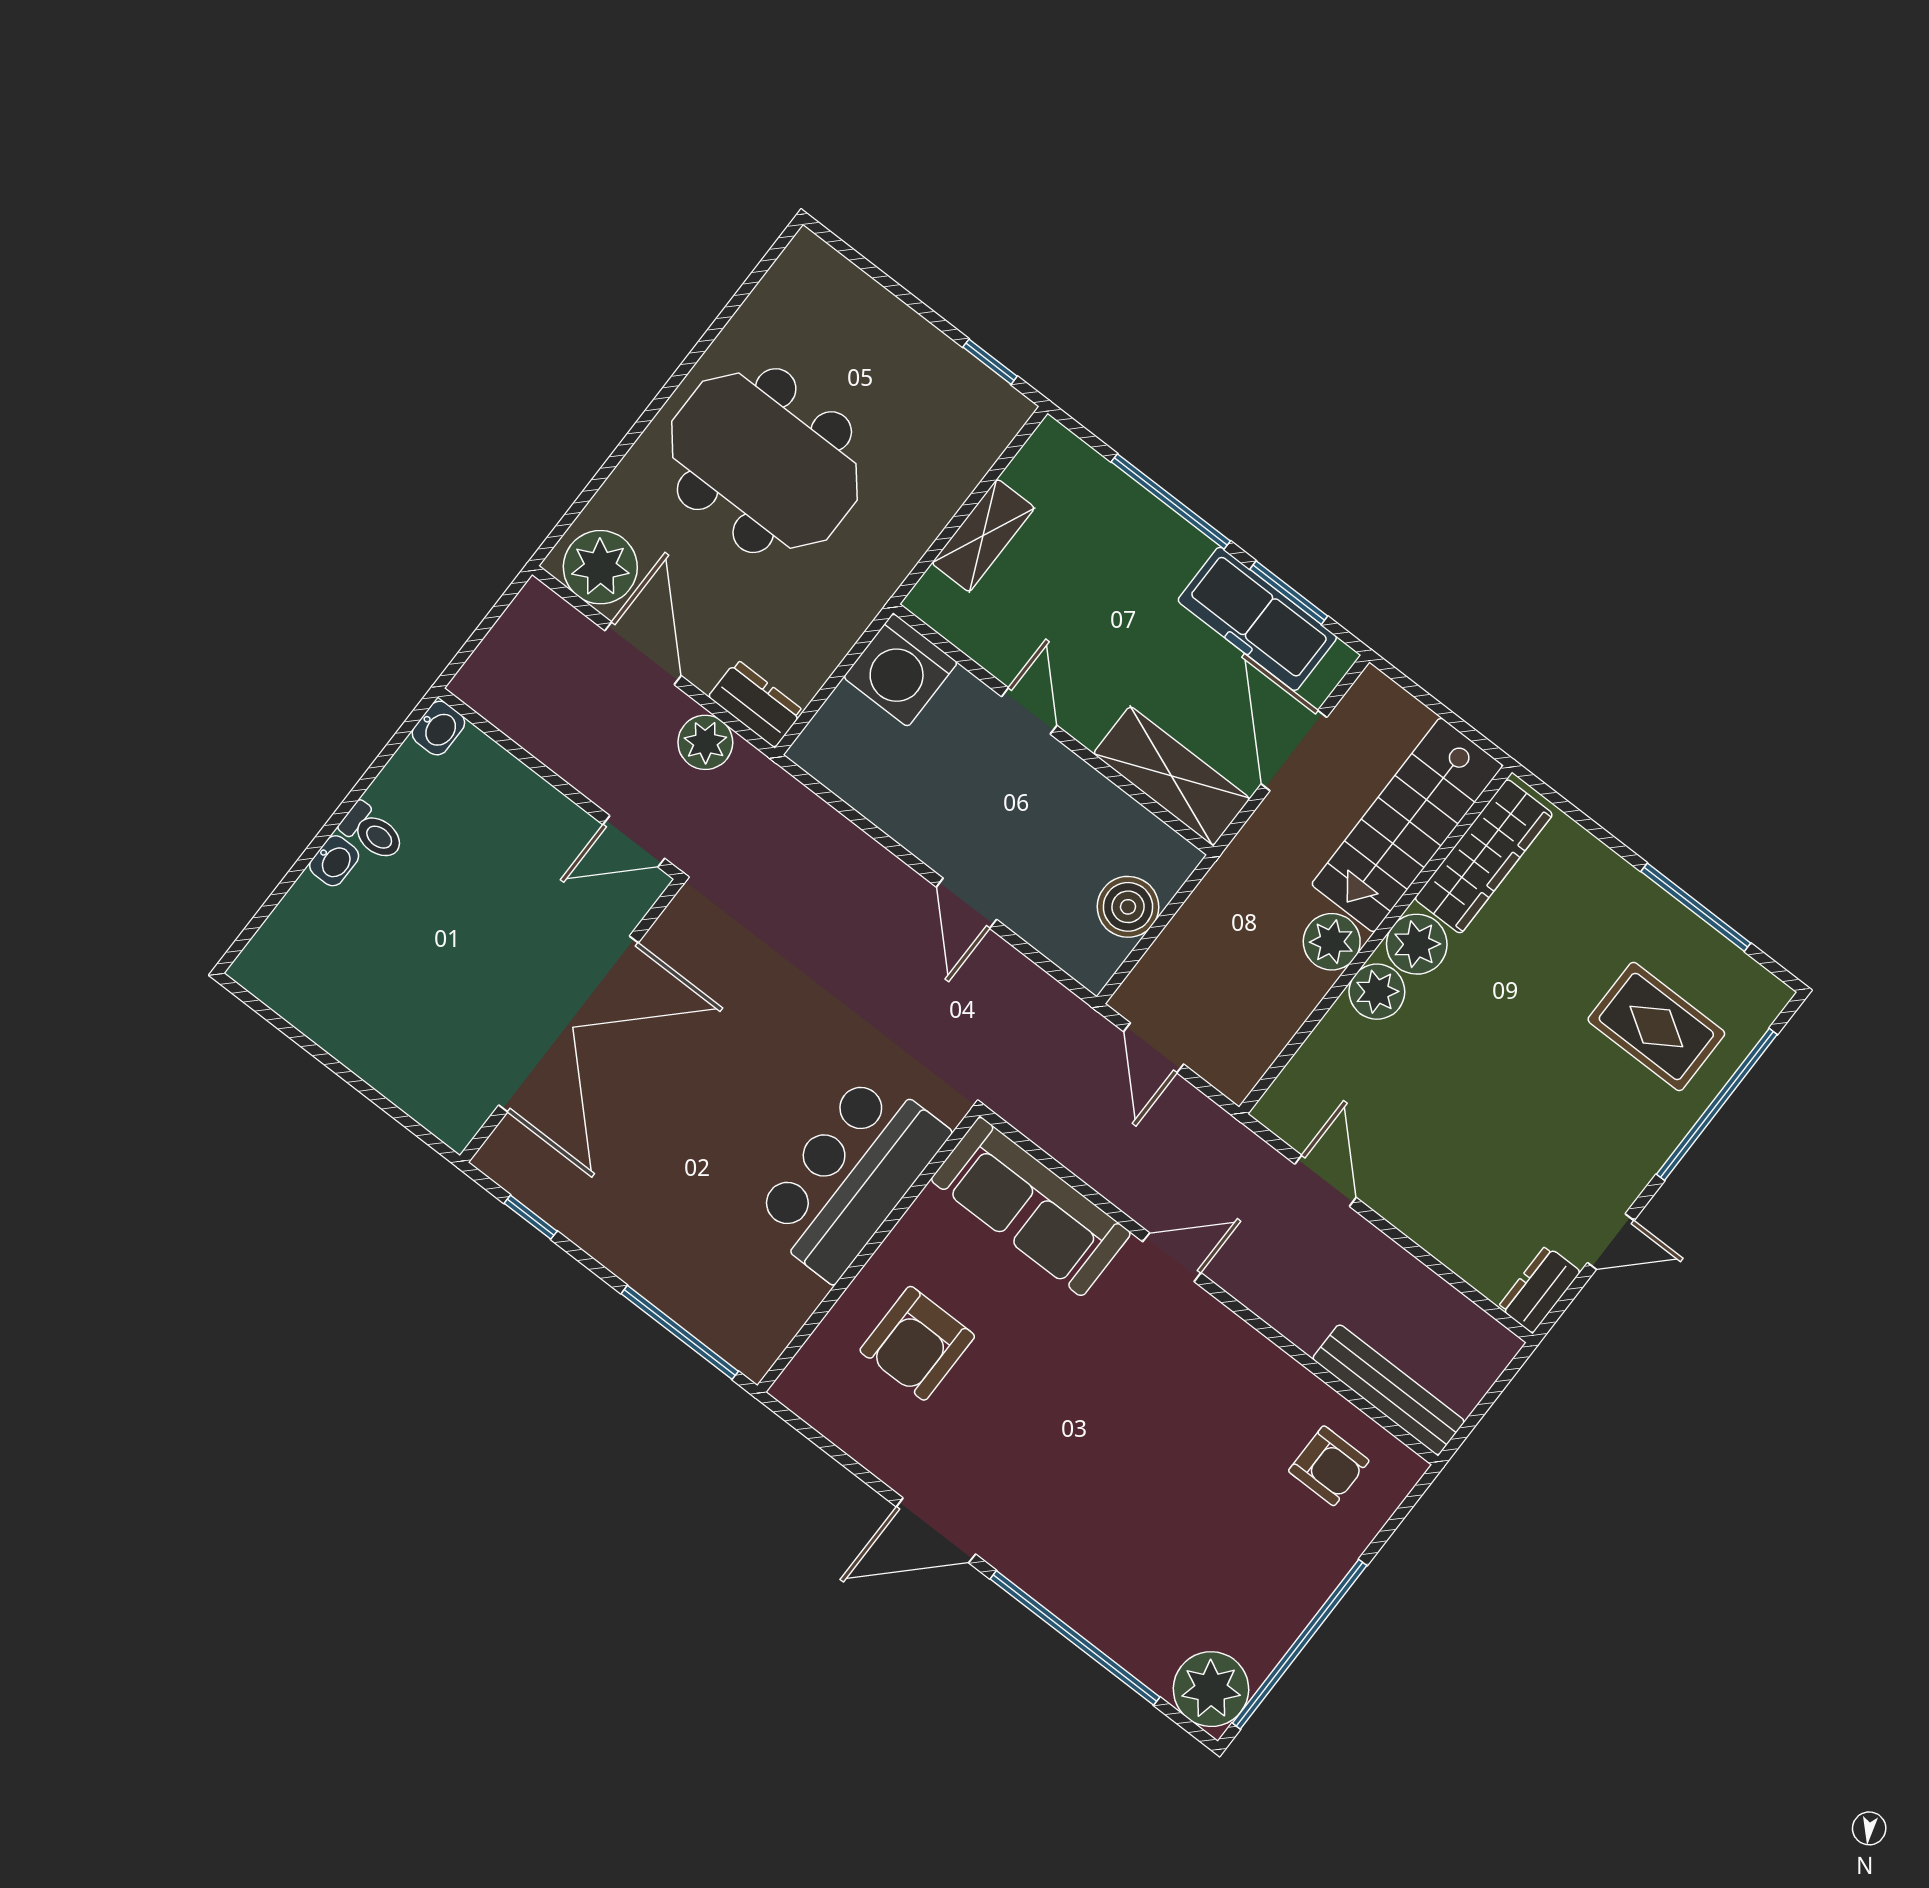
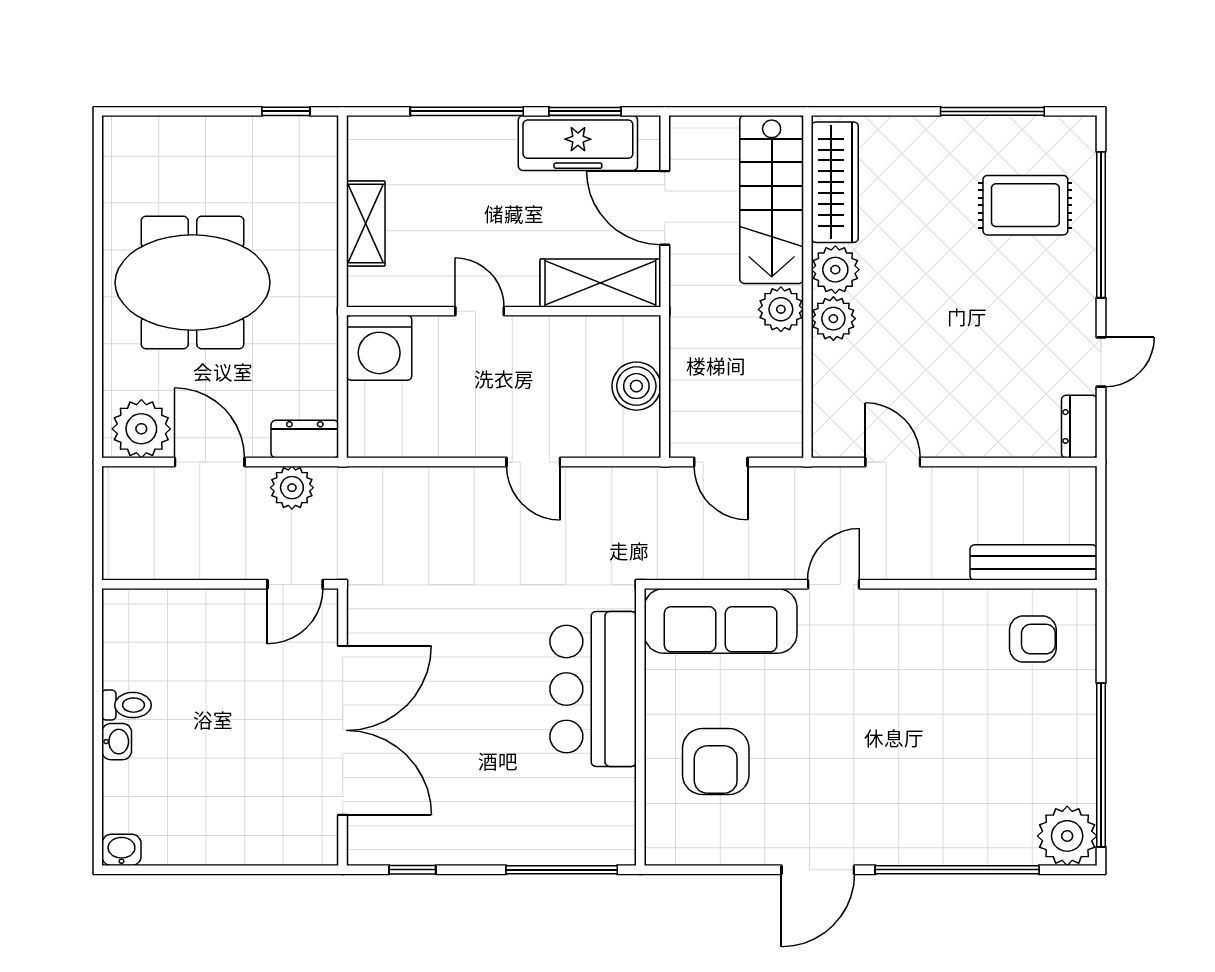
washbasin: (438, 728) -> (121, 850), moved, turned -90

